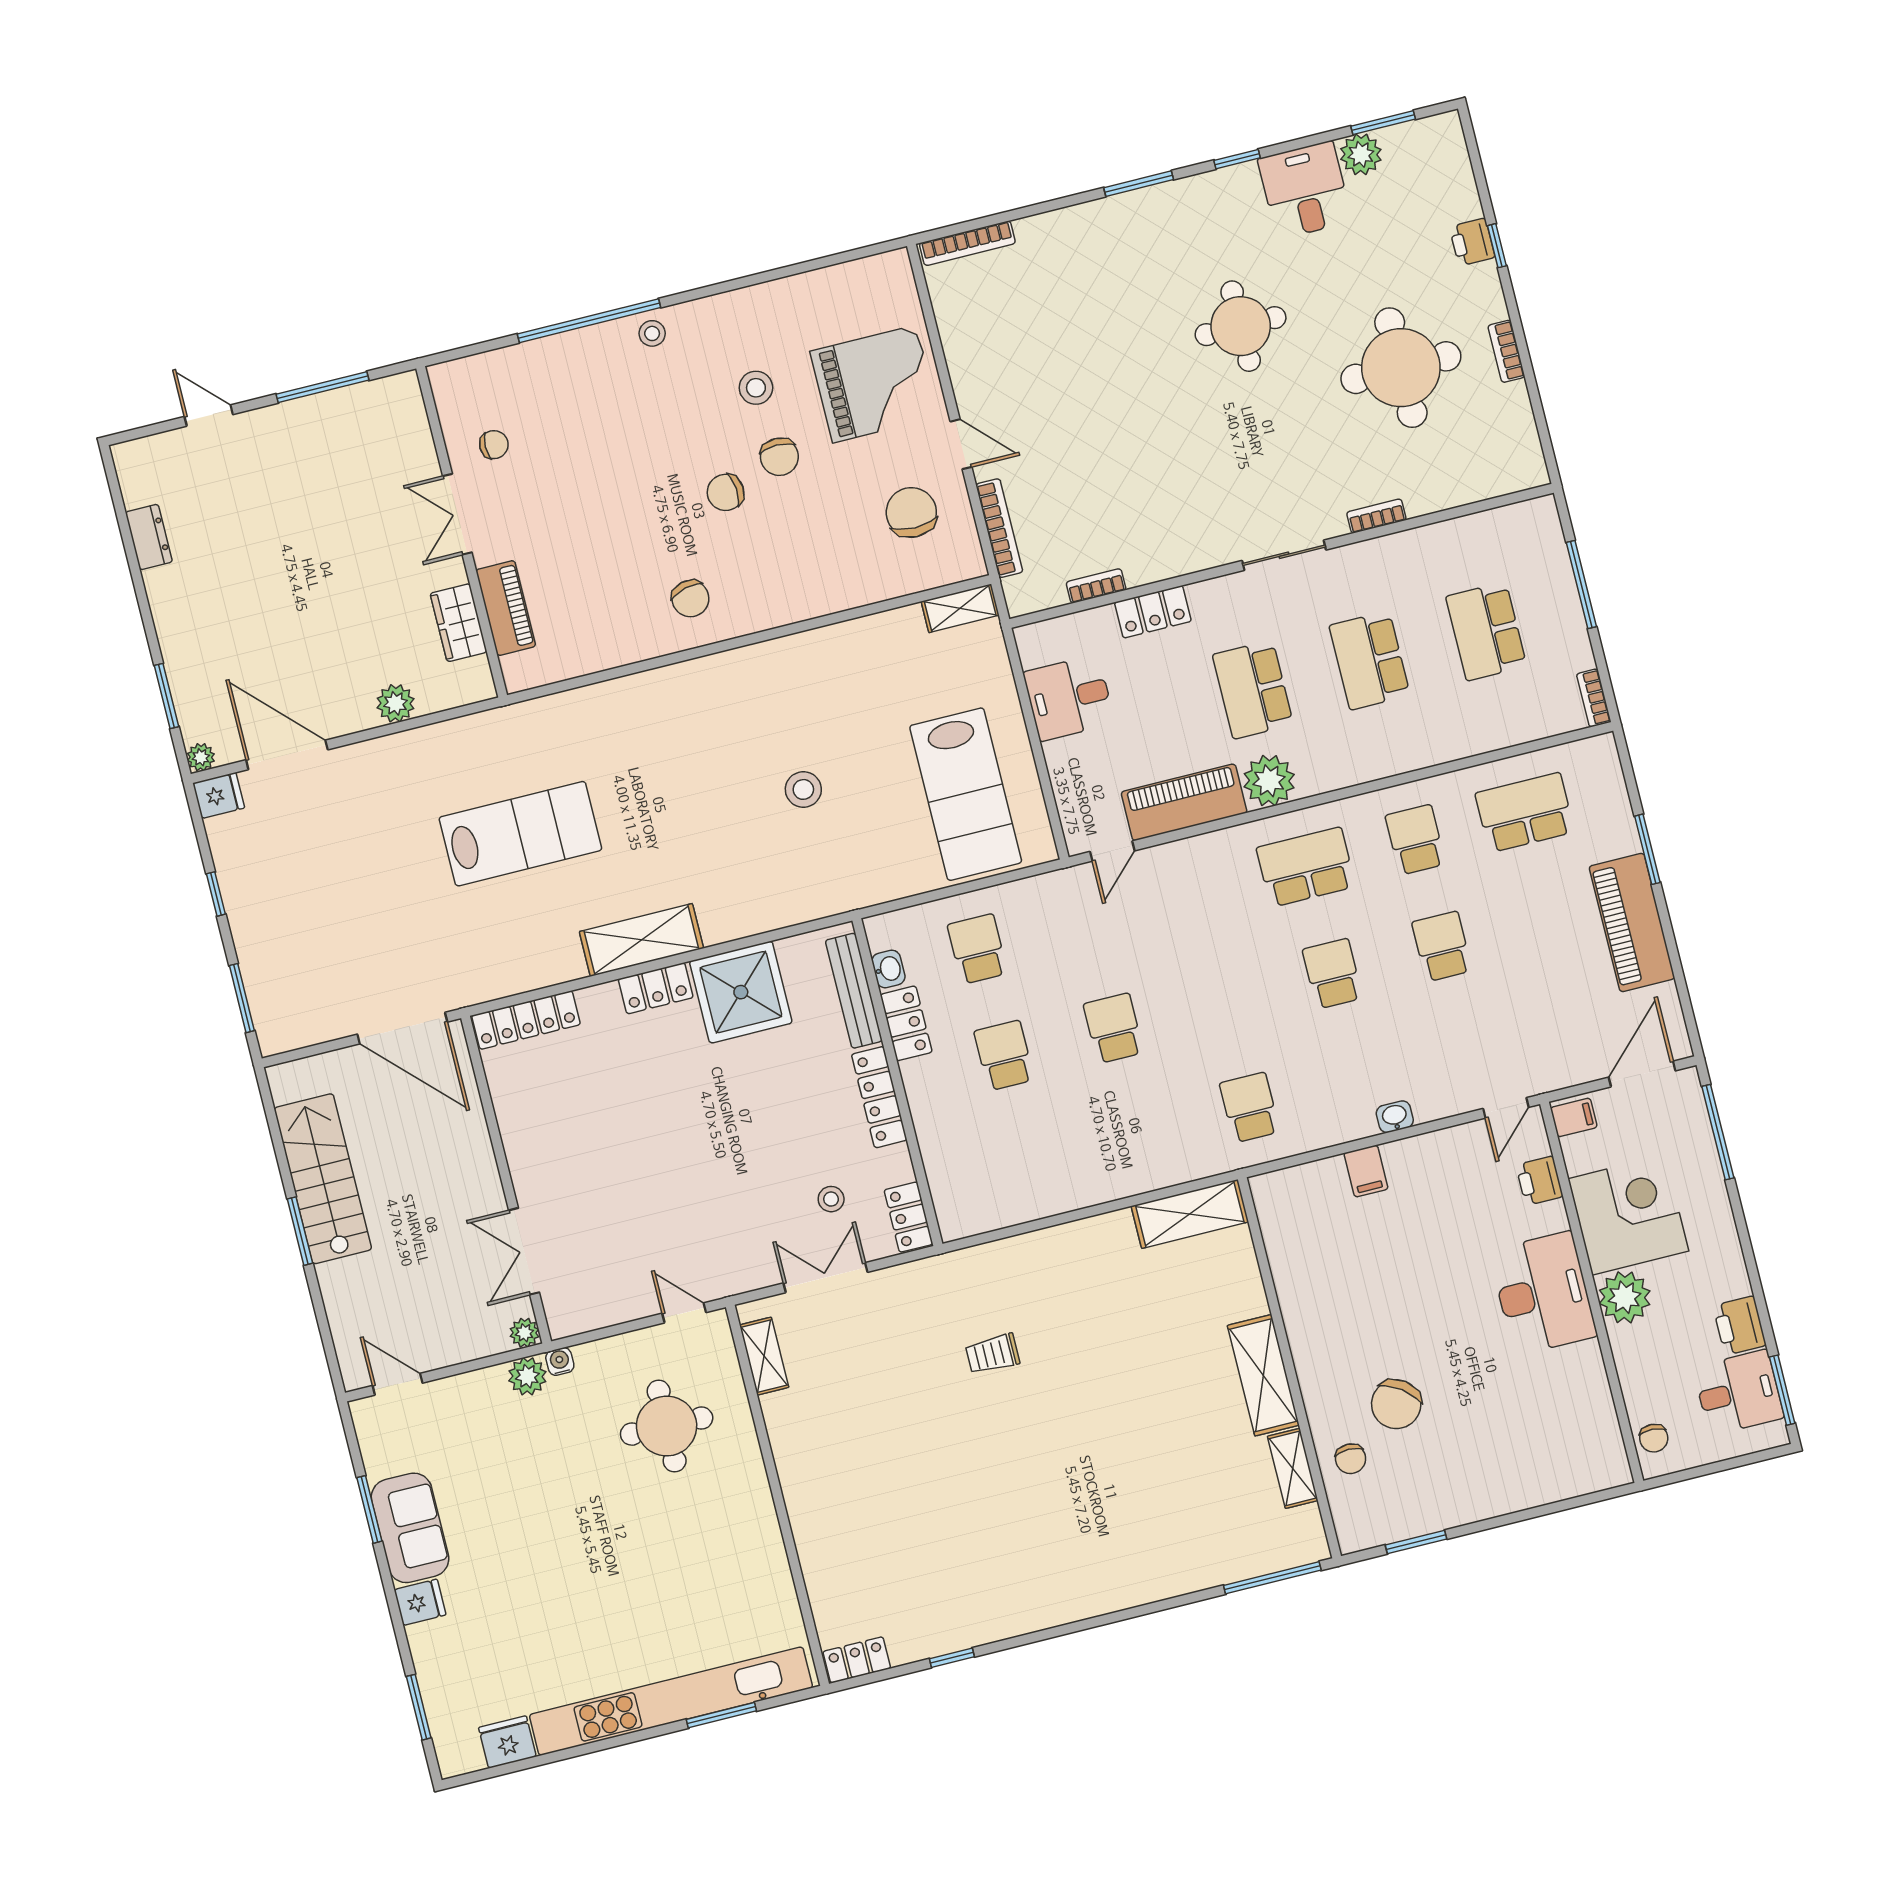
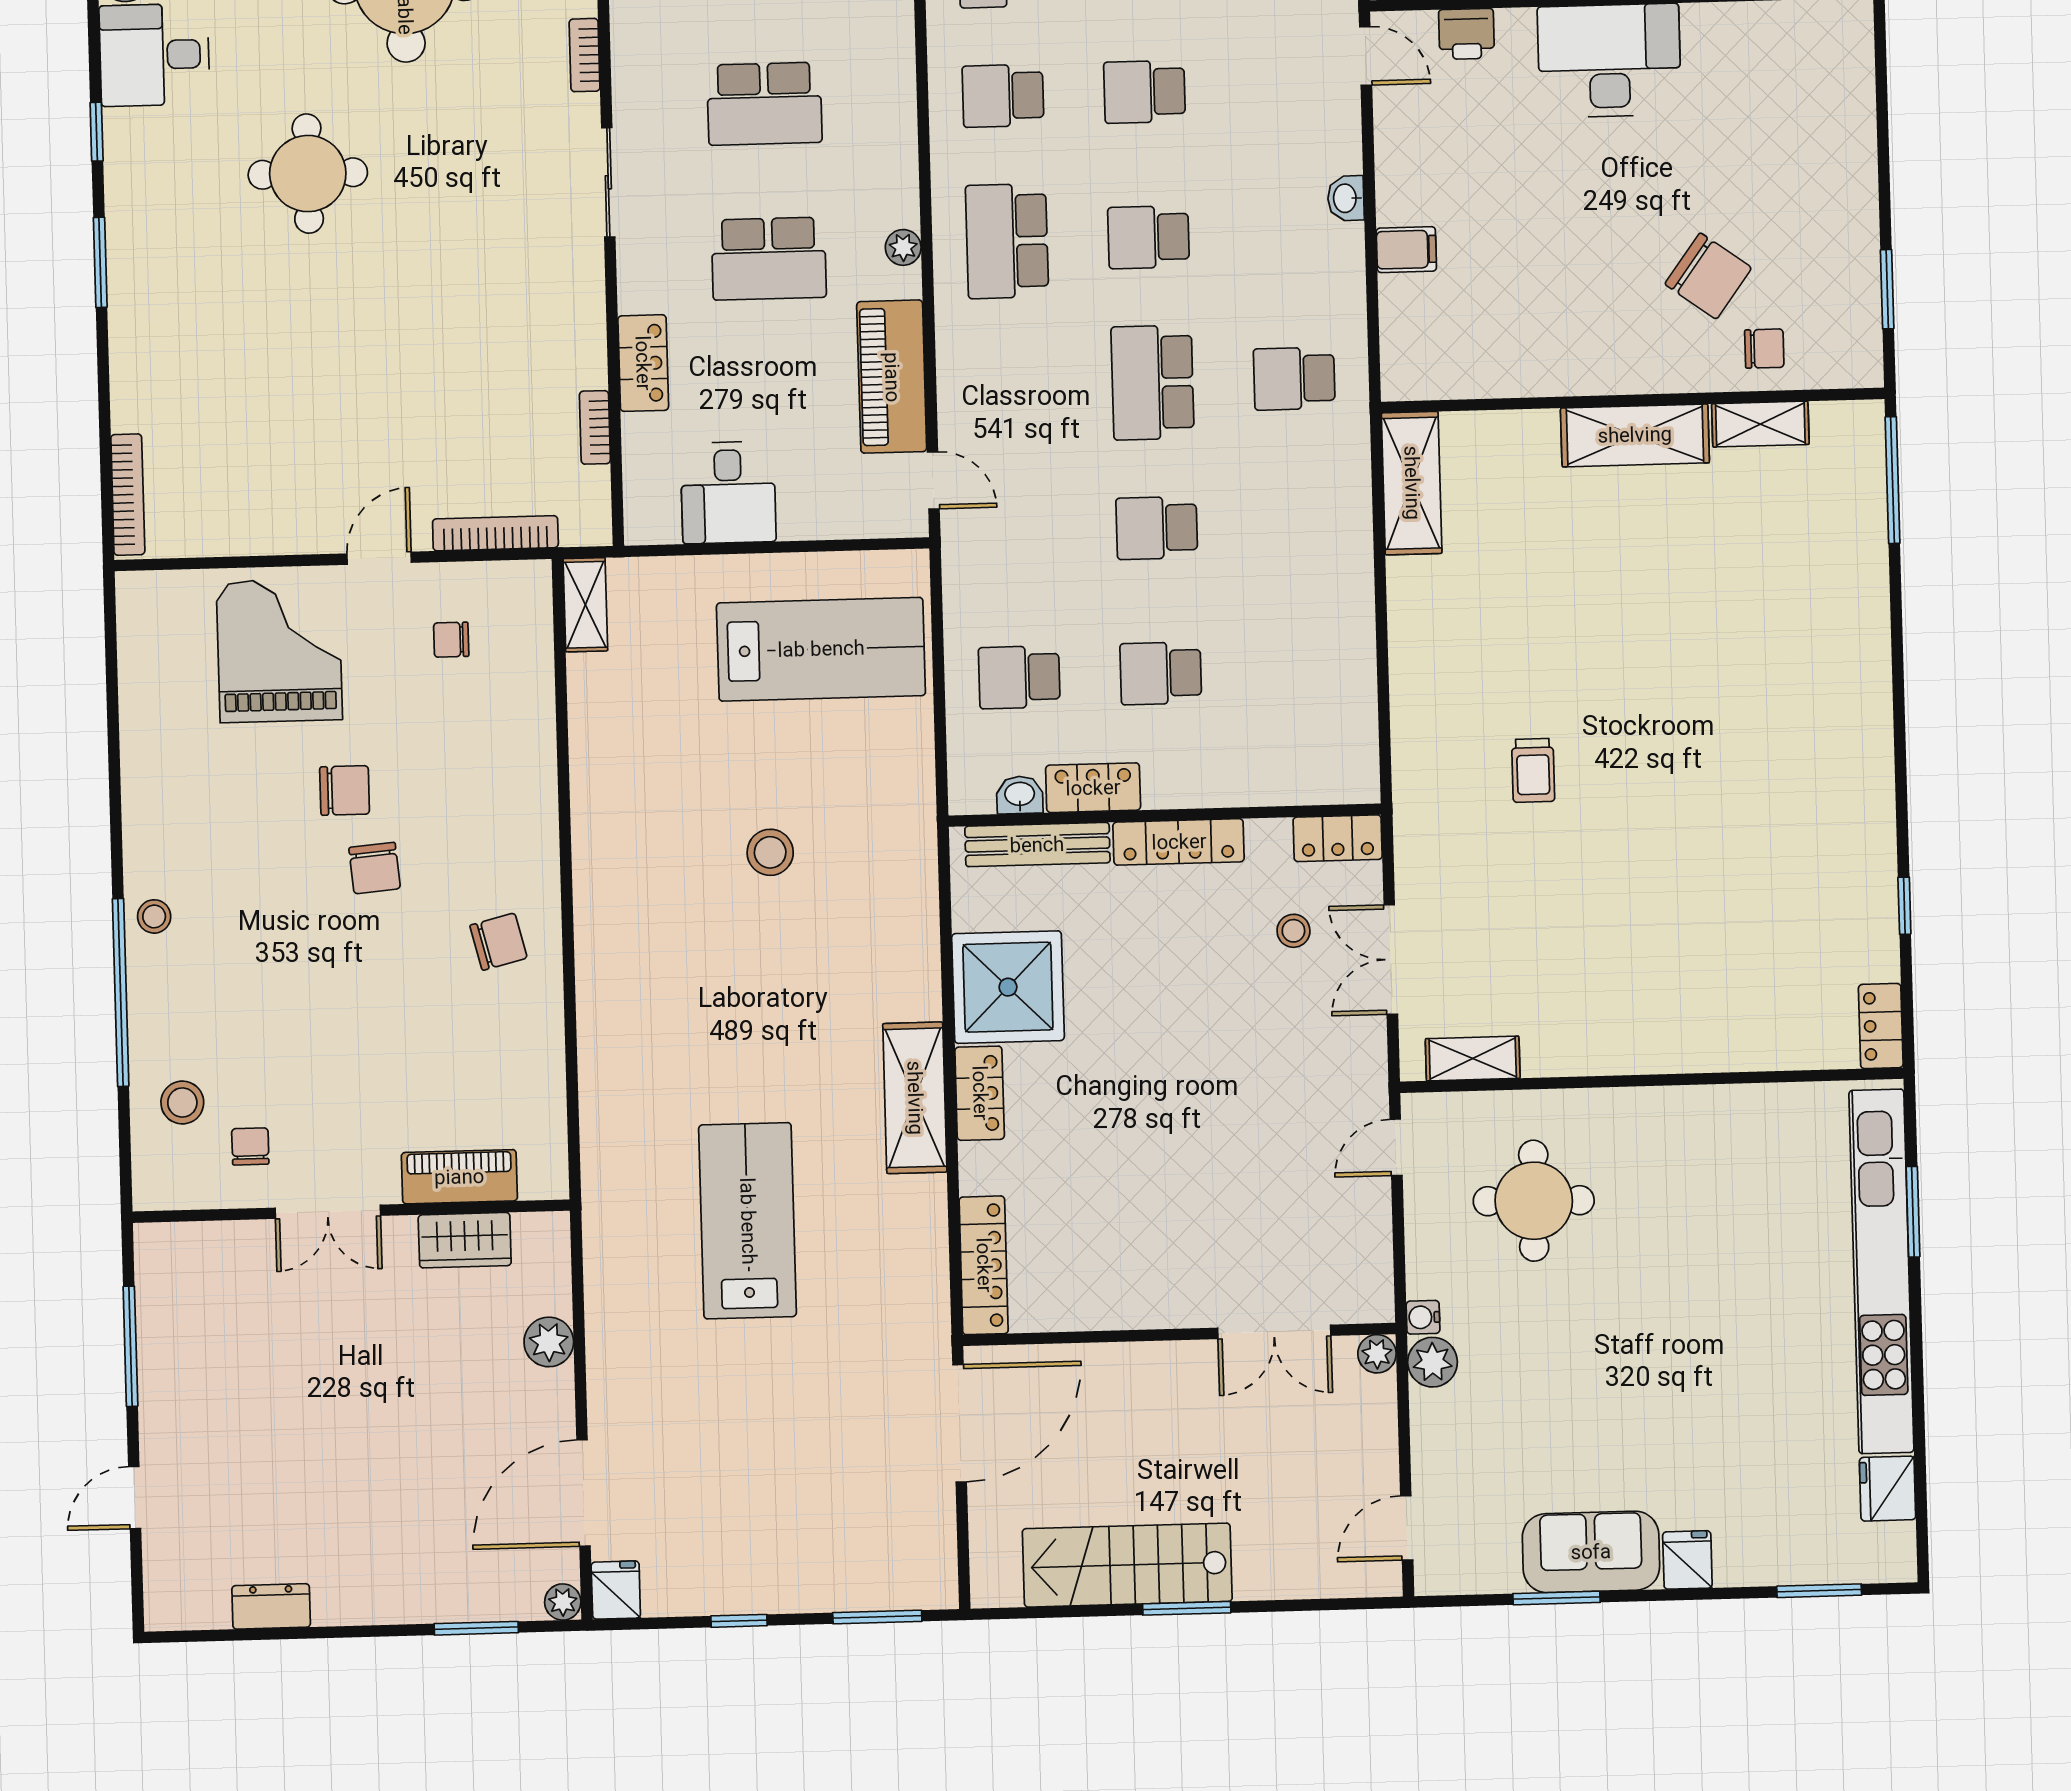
stool: (756, 388) -> (182, 1103), moved
chair: (911, 512) -> (451, 640), width x0.54, depth x0.54
plant: (1269, 781) -> (903, 247), width x0.53, depth x0.53
school desk: (1223, 1001) -> (1153, 383), added

